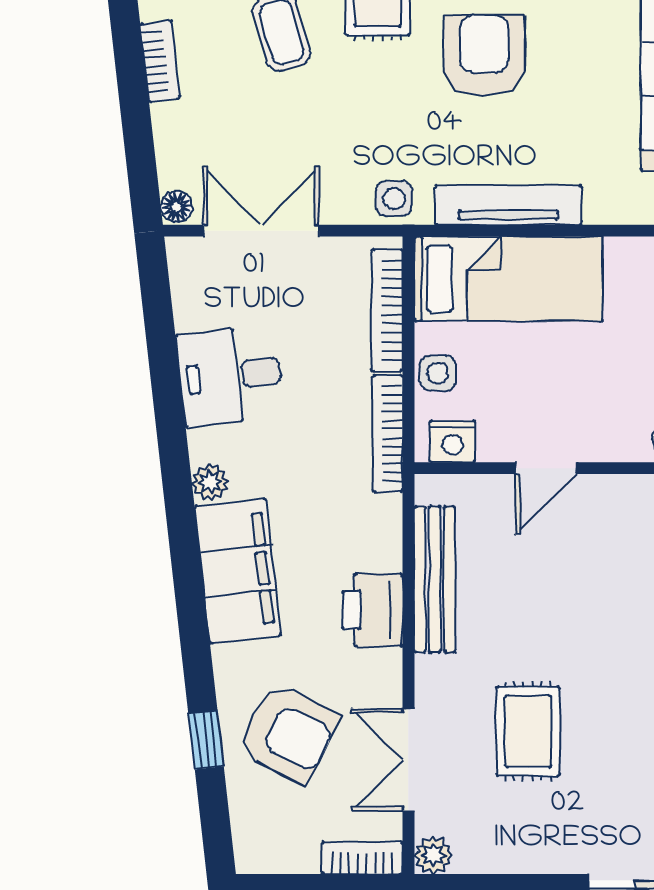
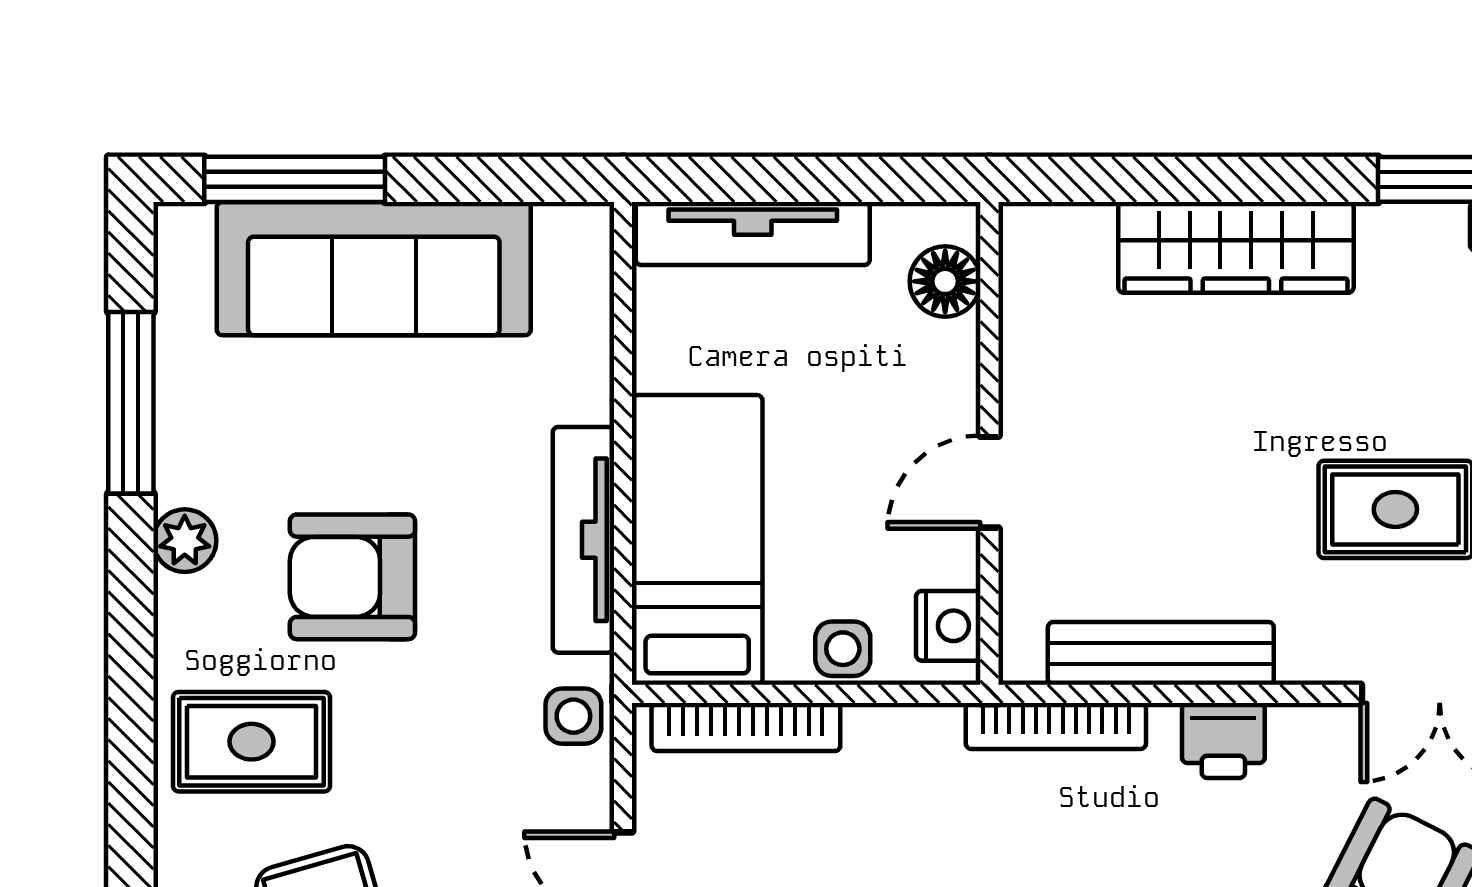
bookcase: (388, 434) -> (1056, 726), moved
door: (546, 468) -> (989, 482), swing flipped
printer: (372, 610) -> (1223, 741), width x0.73, depth x0.81

